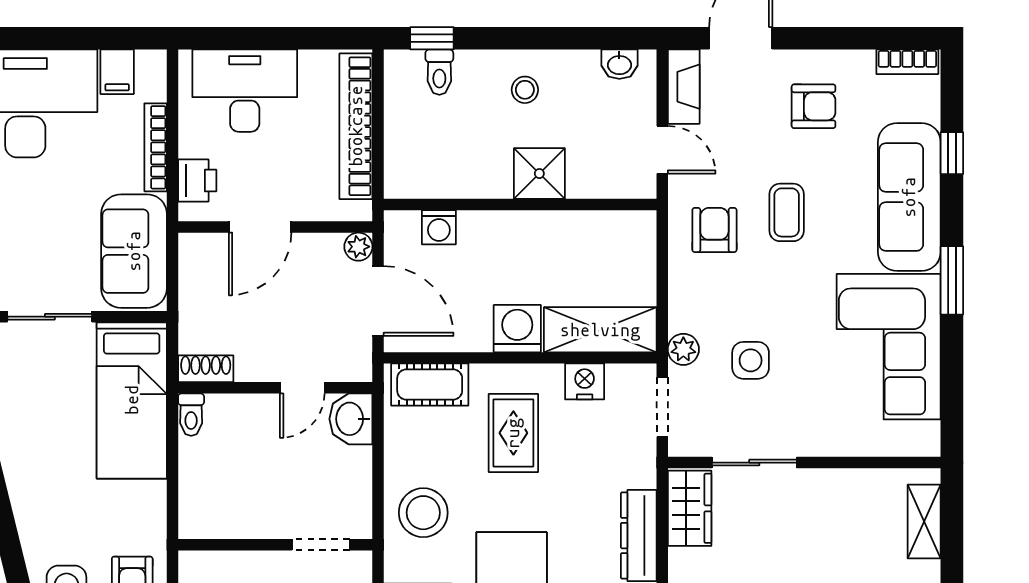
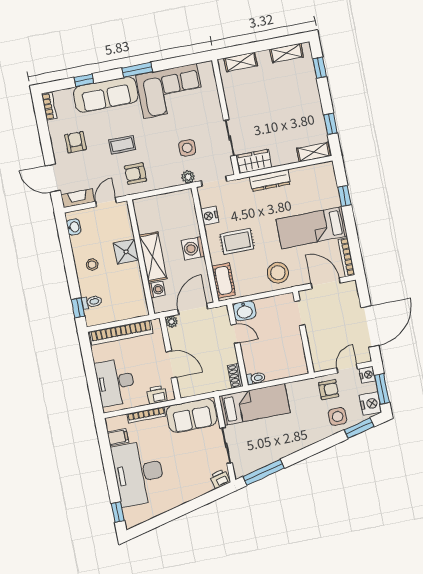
shelving: (600, 330) -> (153, 257), moved

